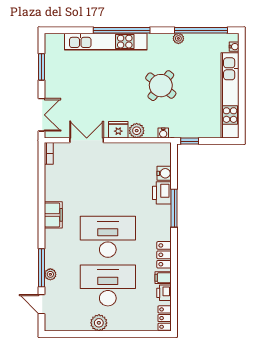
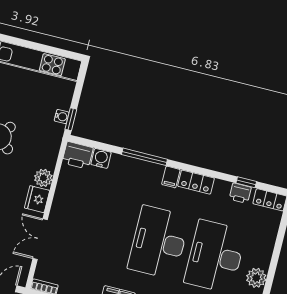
water cooler: (163, 133) -> (62, 117), moved
printer: (162, 193) -> (78, 155), moved
filing cabinet: (163, 278) -> (171, 177), moved
window: (174, 295) -> (246, 182), added

